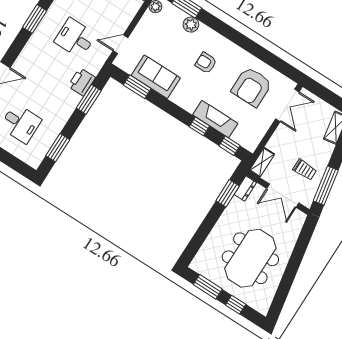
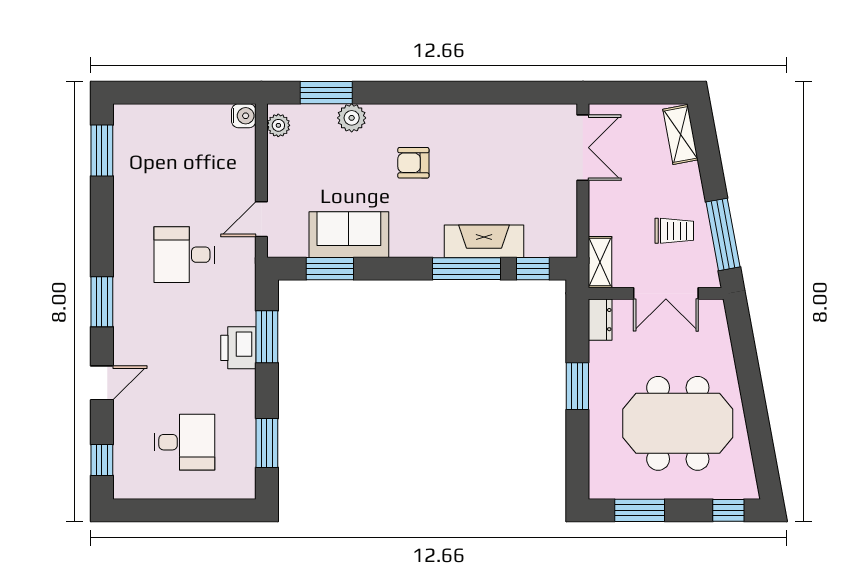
window: (35, 19) -> (102, 302), moved
printer: (82, 82) -> (238, 348), moved
armchair: (252, 87) -> (509, 154), removed
window: (199, 126) -> (467, 269), width x2.17
window: (228, 193) -> (577, 386), moved
meeting table: (250, 258) -> (678, 423), turned 90
window: (236, 305) -> (728, 510), moved

